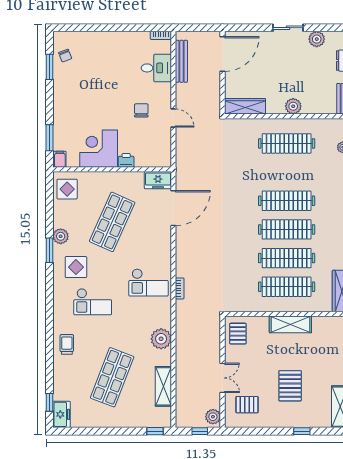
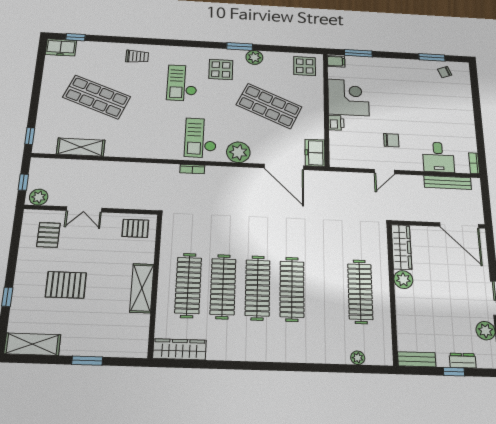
plant: (293, 106) -> (403, 280), moved
plant: (161, 339) -> (238, 152), moved

